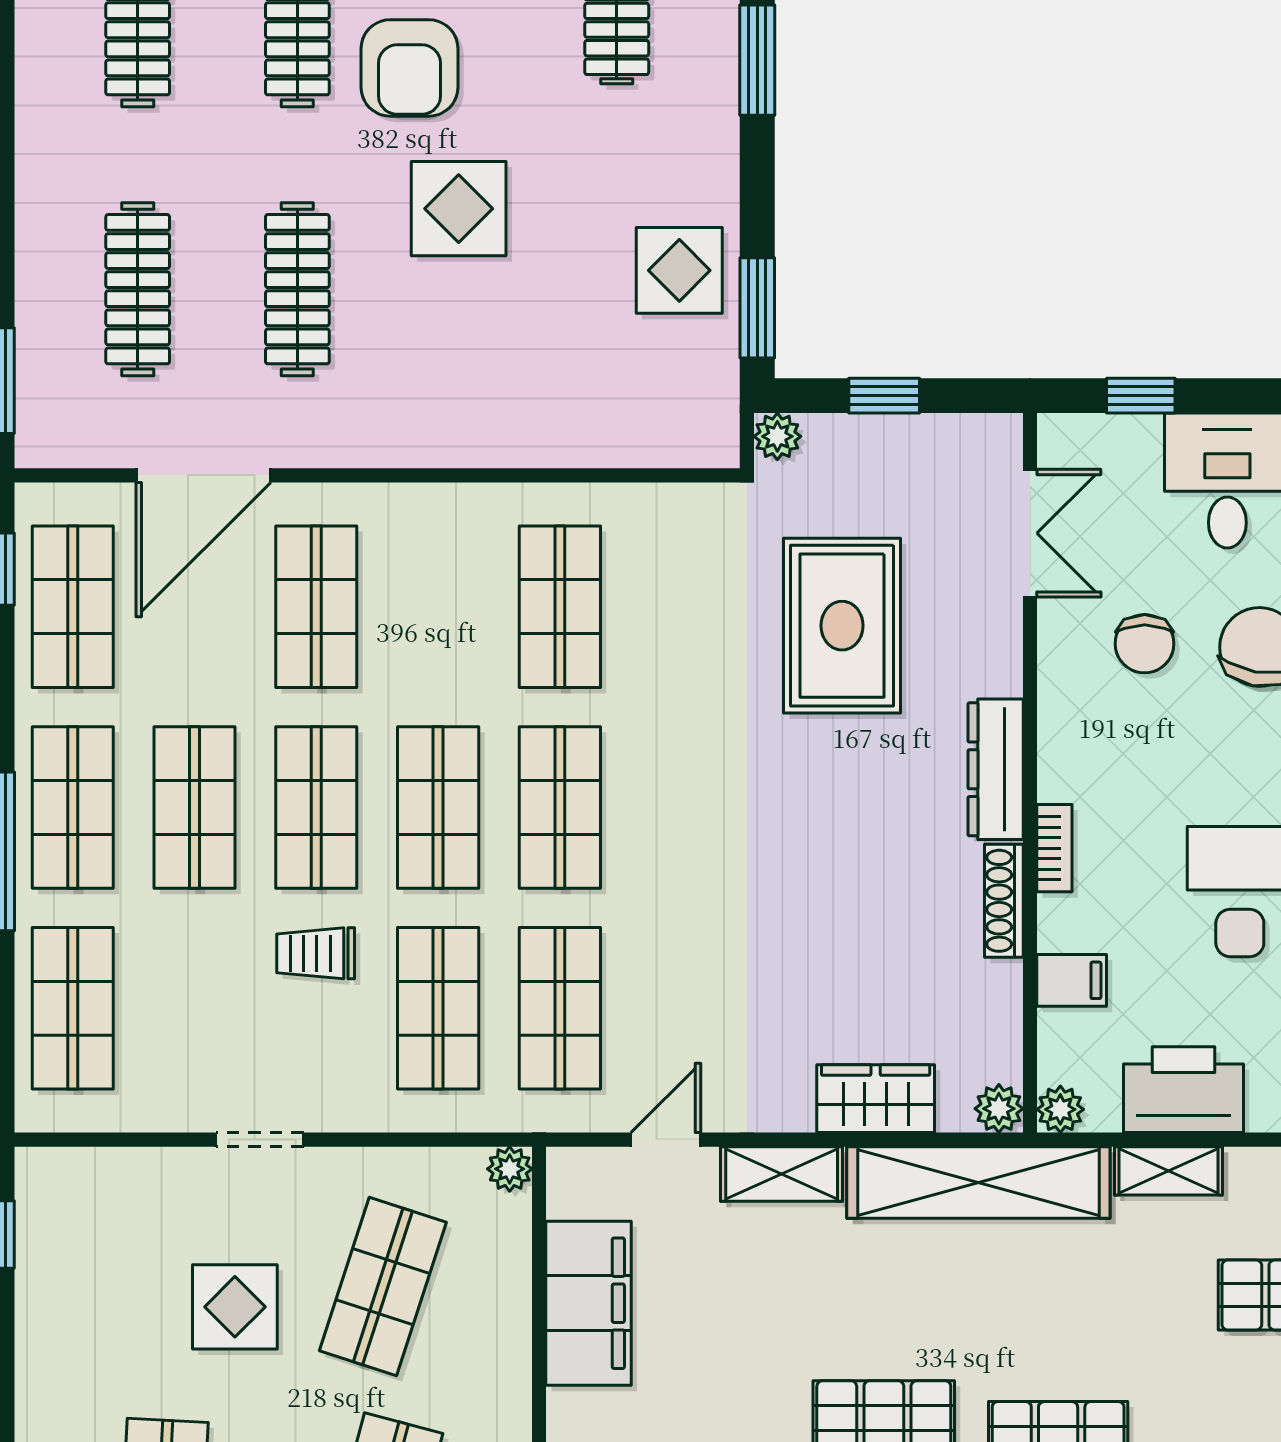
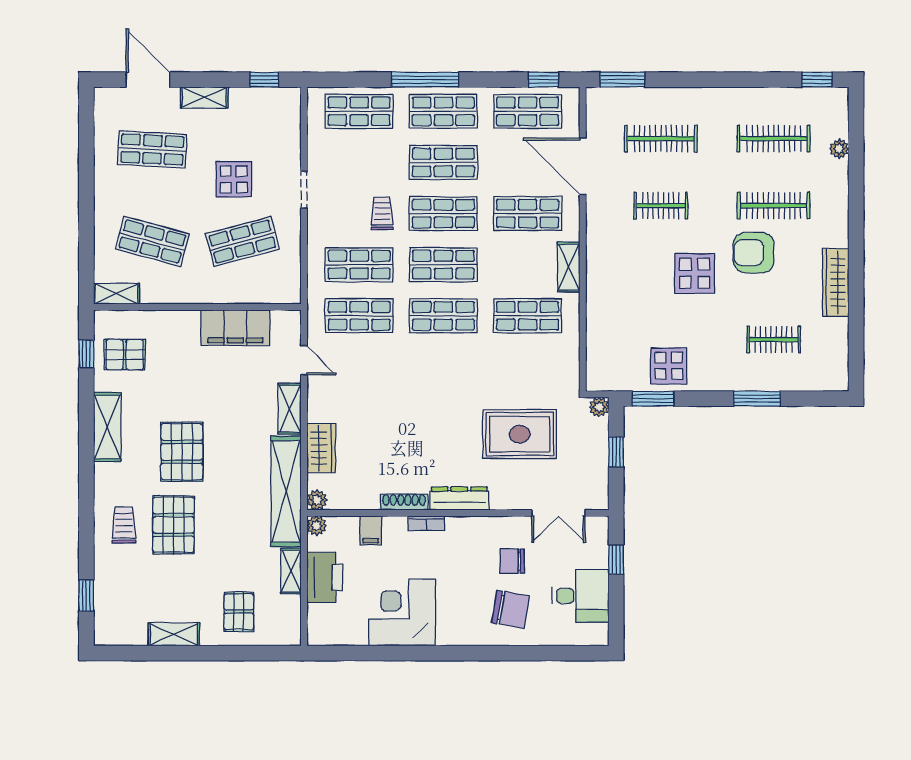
clothes rail: (297, 289) -> (661, 206), width x0.73
shelving: (444, 509) -> (569, 267), added
plant: (510, 1169) -> (292, 295), removed
shop shelf: (383, 1287) -> (242, 241), turned -33
shelving: (40, 1377) -> (204, 98), added

